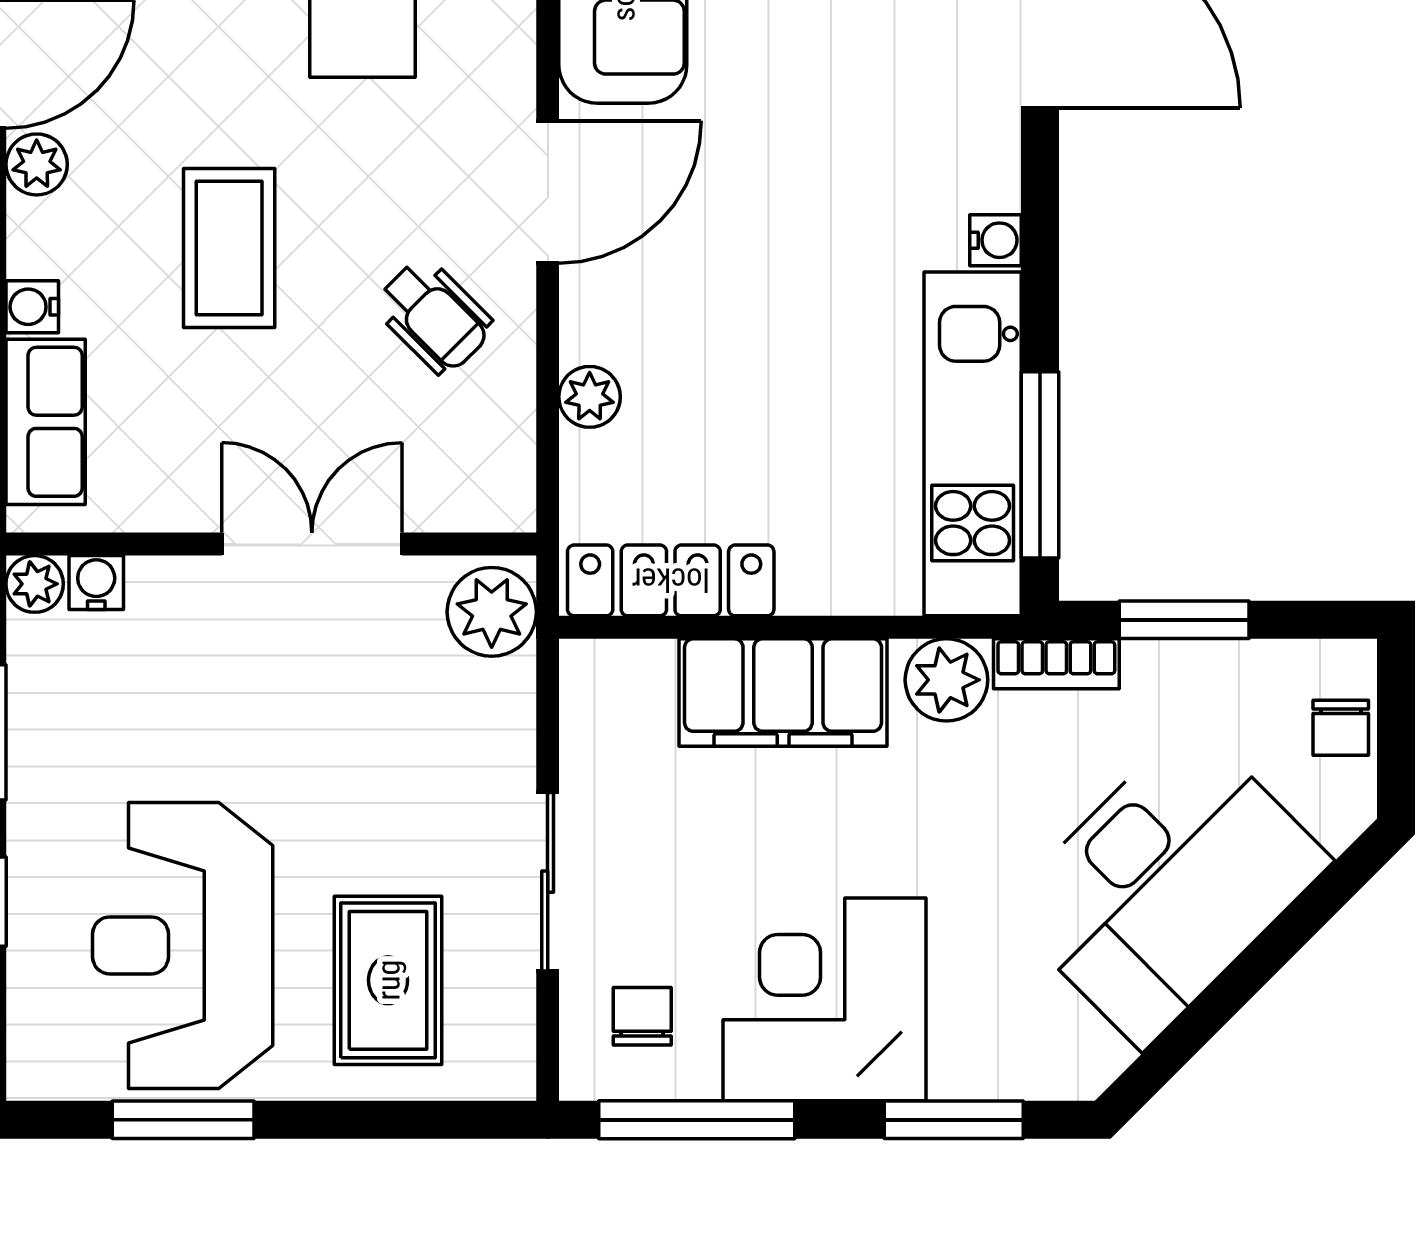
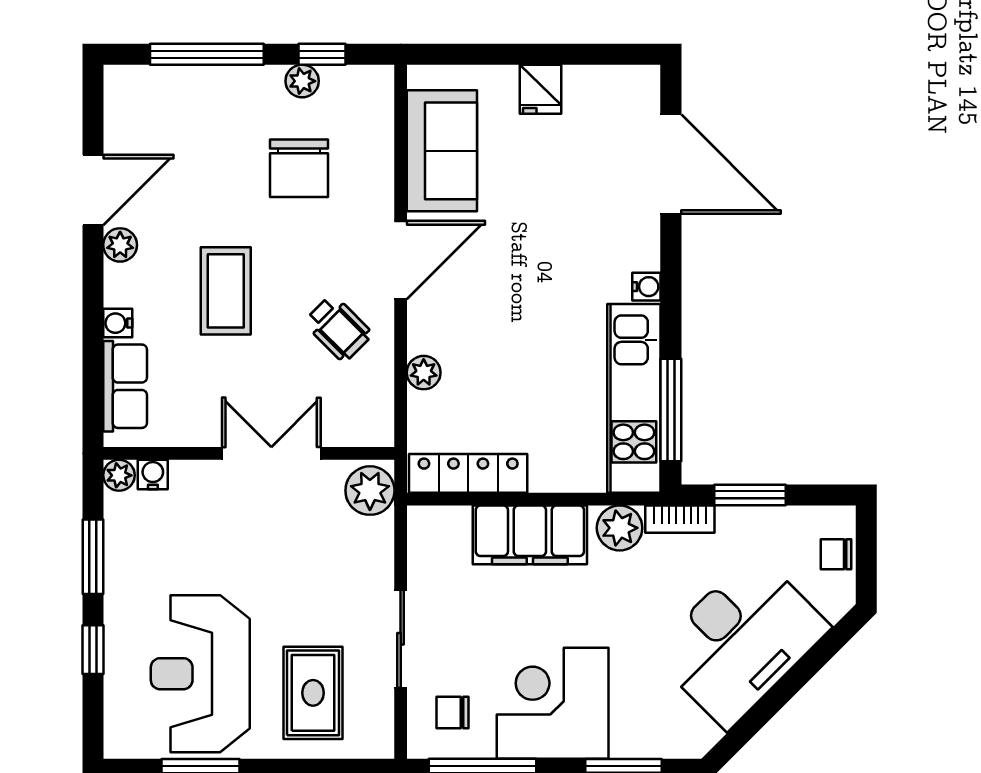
chair: (1341, 728) -> (836, 554), turned 90
chair: (642, 1016) -> (453, 713), turned -90

